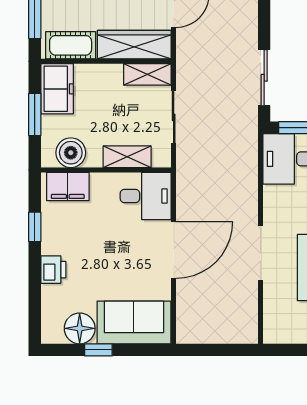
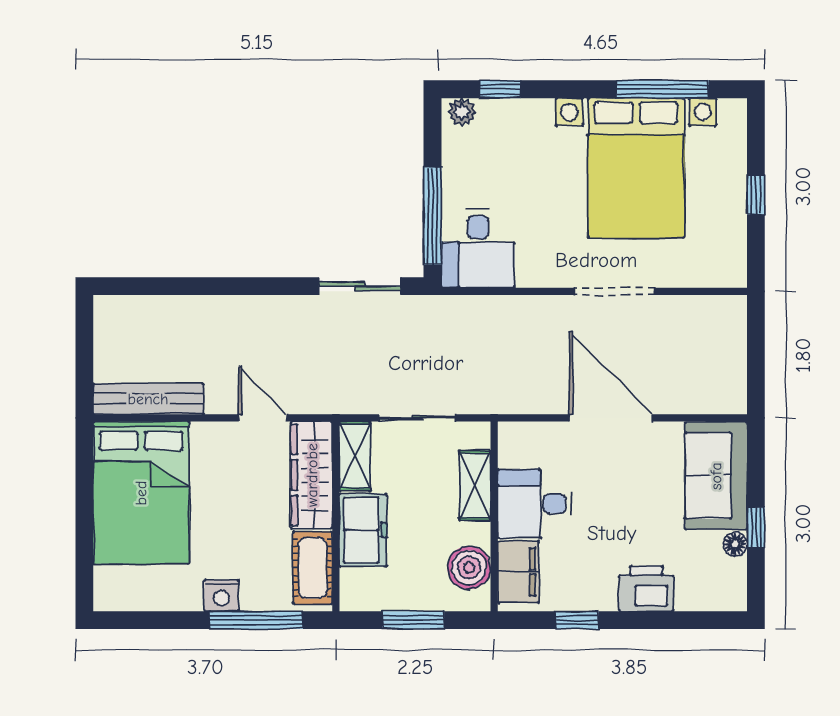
freezer: (57, 89) -> (363, 530), moved, turned 90
desk: (146, 196) -> (535, 504), moved, turned -90
printer: (53, 270) -> (646, 589), width x1.36, depth x1.24
floor lamp: (80, 328) -> (735, 544), width x0.53, depth x0.53

